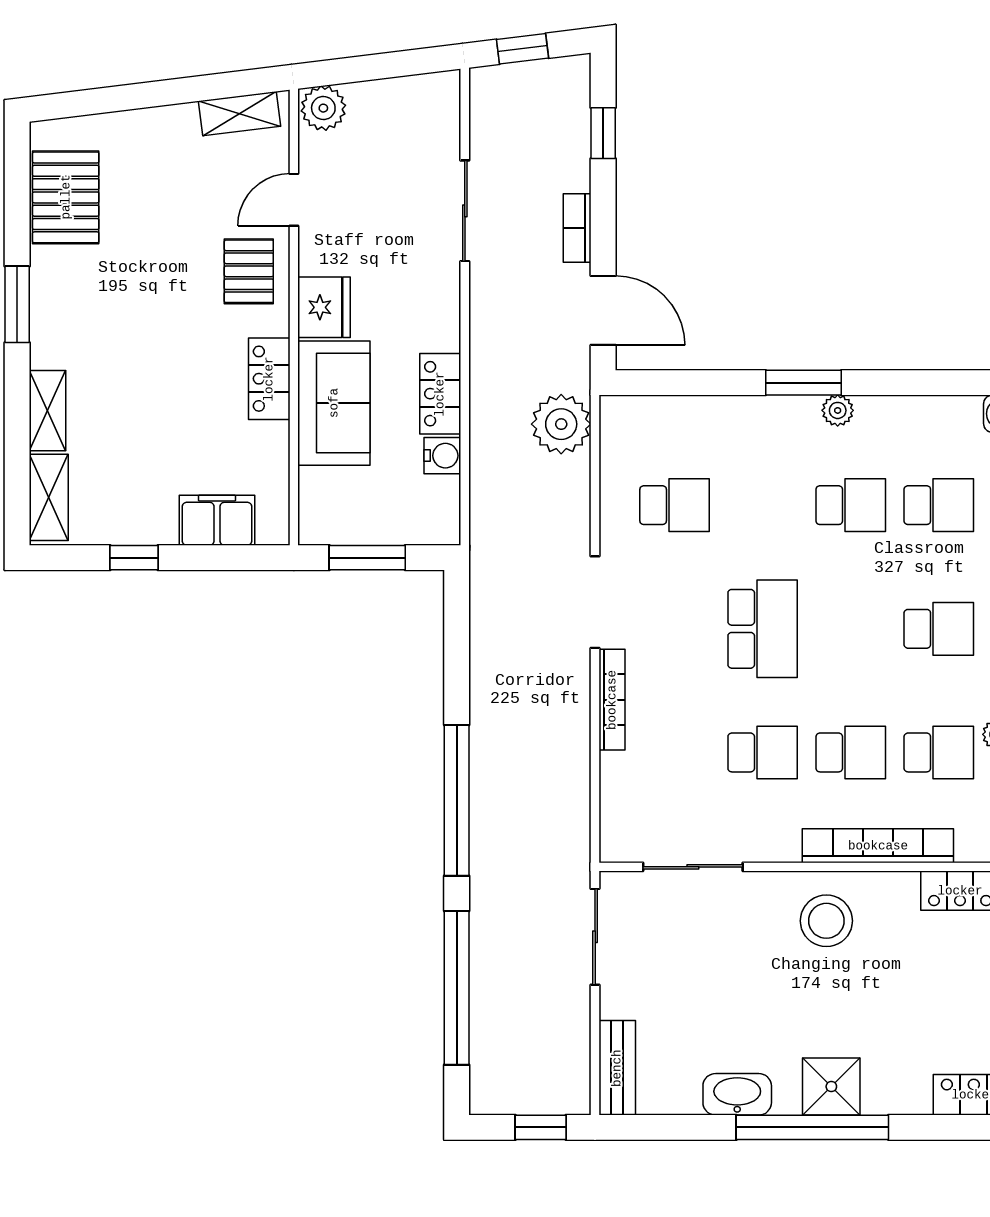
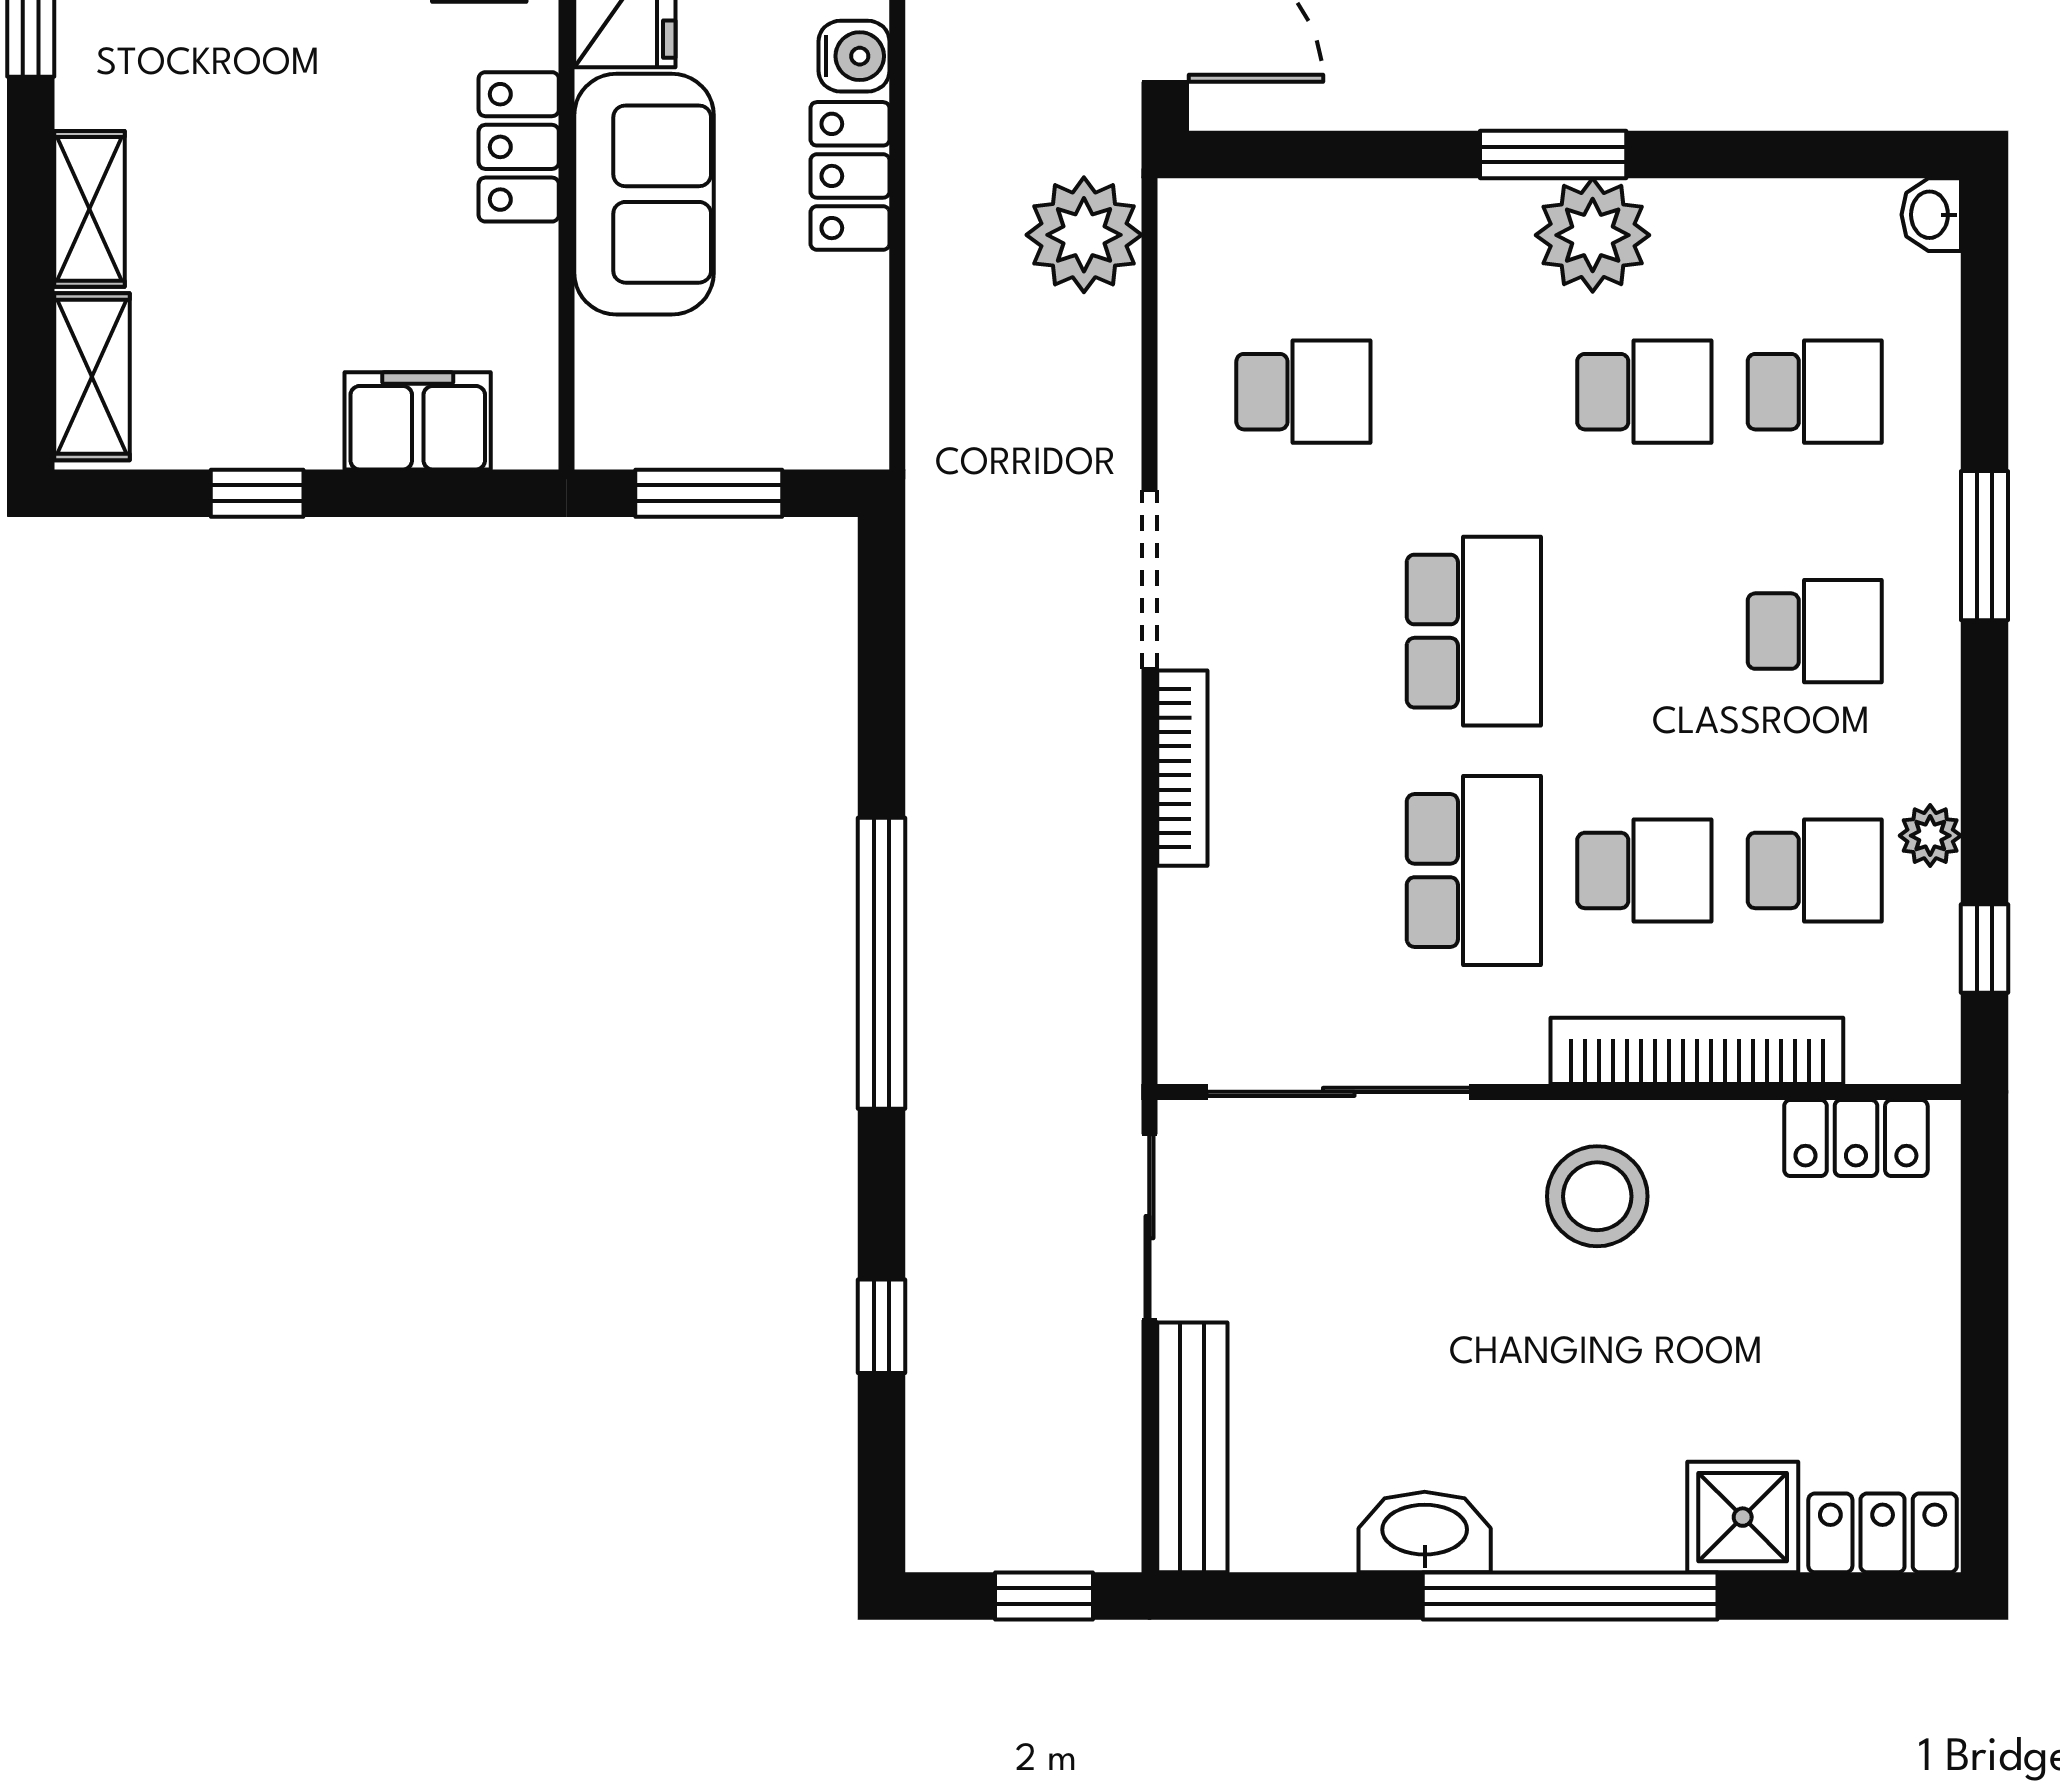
plant: (838, 410) -> (1593, 235), width x1.88, depth x1.88
water cooler: (442, 456) -> (854, 56), moved
school desk: (763, 752) -> (1474, 870), width x1.85
sliding door: (693, 867) -> (1339, 1092), width x1.37
window: (457, 988) -> (882, 1326), width x0.32
bench: (617, 1068) -> (1192, 1447), width x1.36
shower: (831, 1087) -> (1743, 1517), moved

